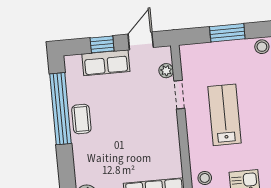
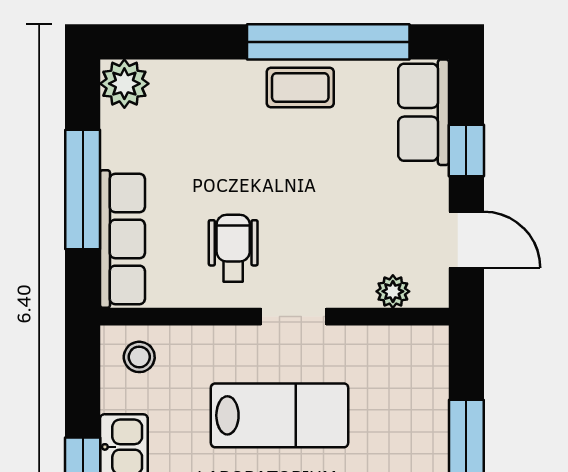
row of seats: (106, 63) -> (424, 112), moved
doorway: (179, 95) -> (294, 317), moved
wheelchair: (154, 142) -> (233, 248), added

